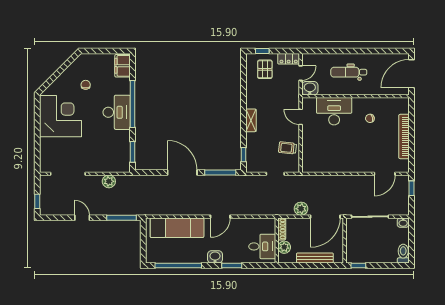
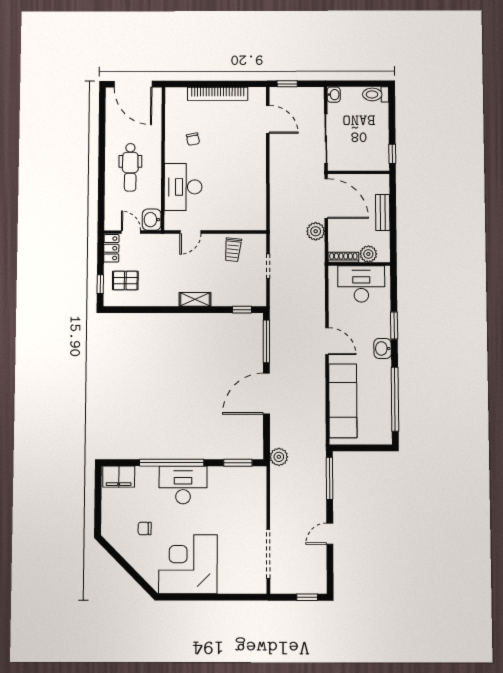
plant: (109, 181) -> (279, 457), moved
desk: (262, 246) -> (361, 284), width x1.37
bench: (315, 258) -> (383, 213), width x0.73

